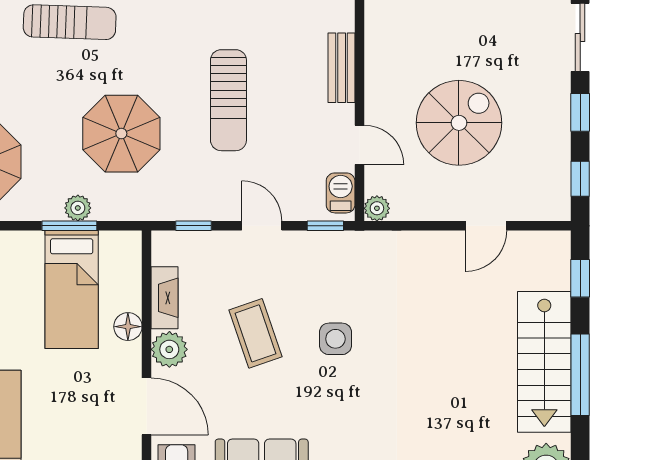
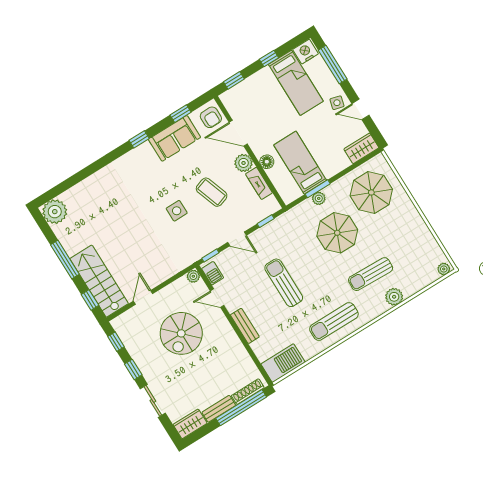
parasol: (121, 134) -> (337, 233), moved
stairs: (544, 362) -> (99, 281), moved

